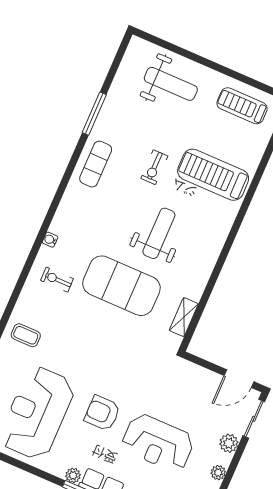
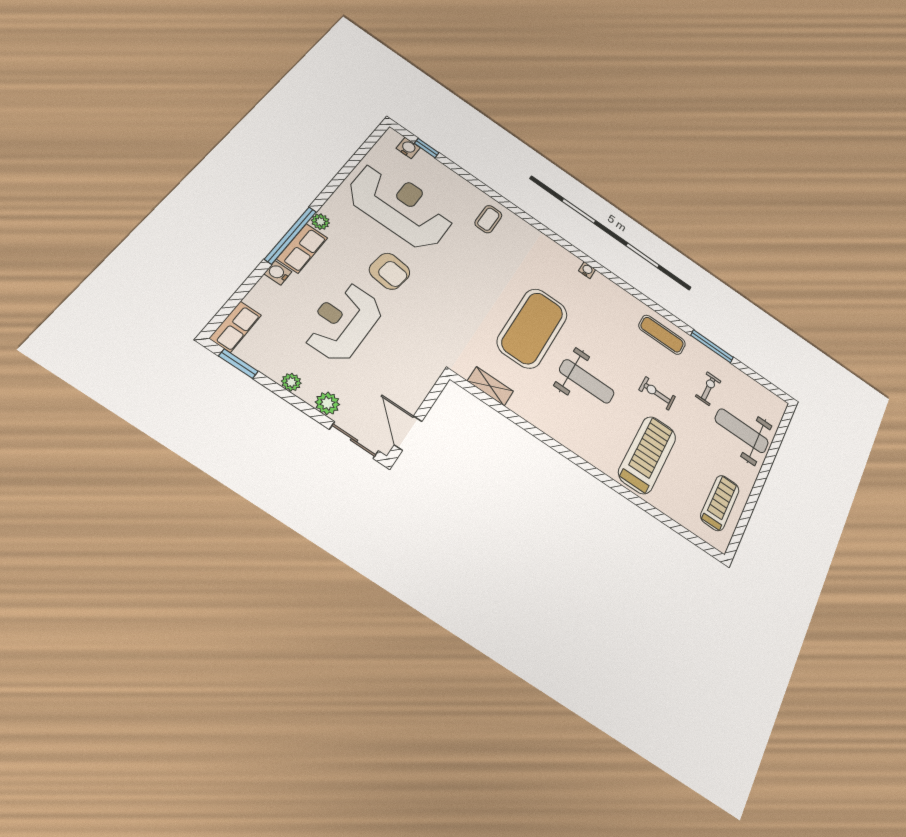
weight bench: (171, 84) -> (742, 431), turned 90
exercise bike: (57, 280) -> (708, 389), moved
armchair: (102, 413) -> (390, 271), turned 97

